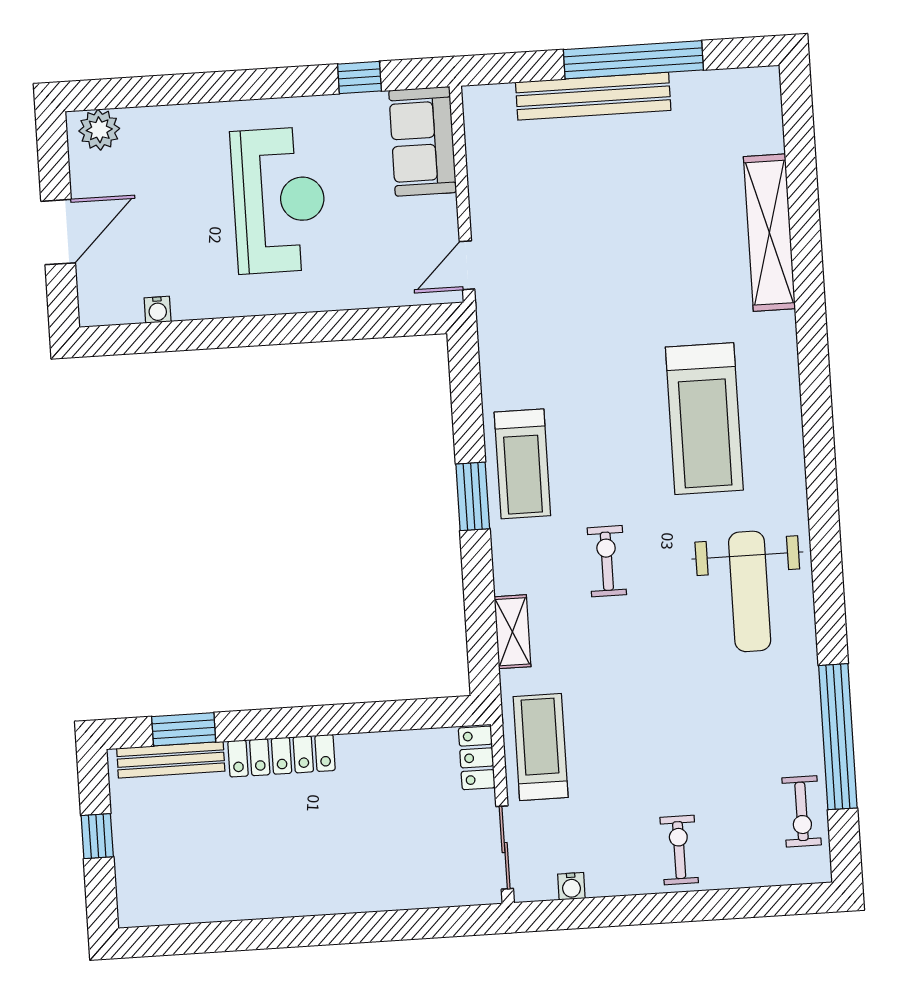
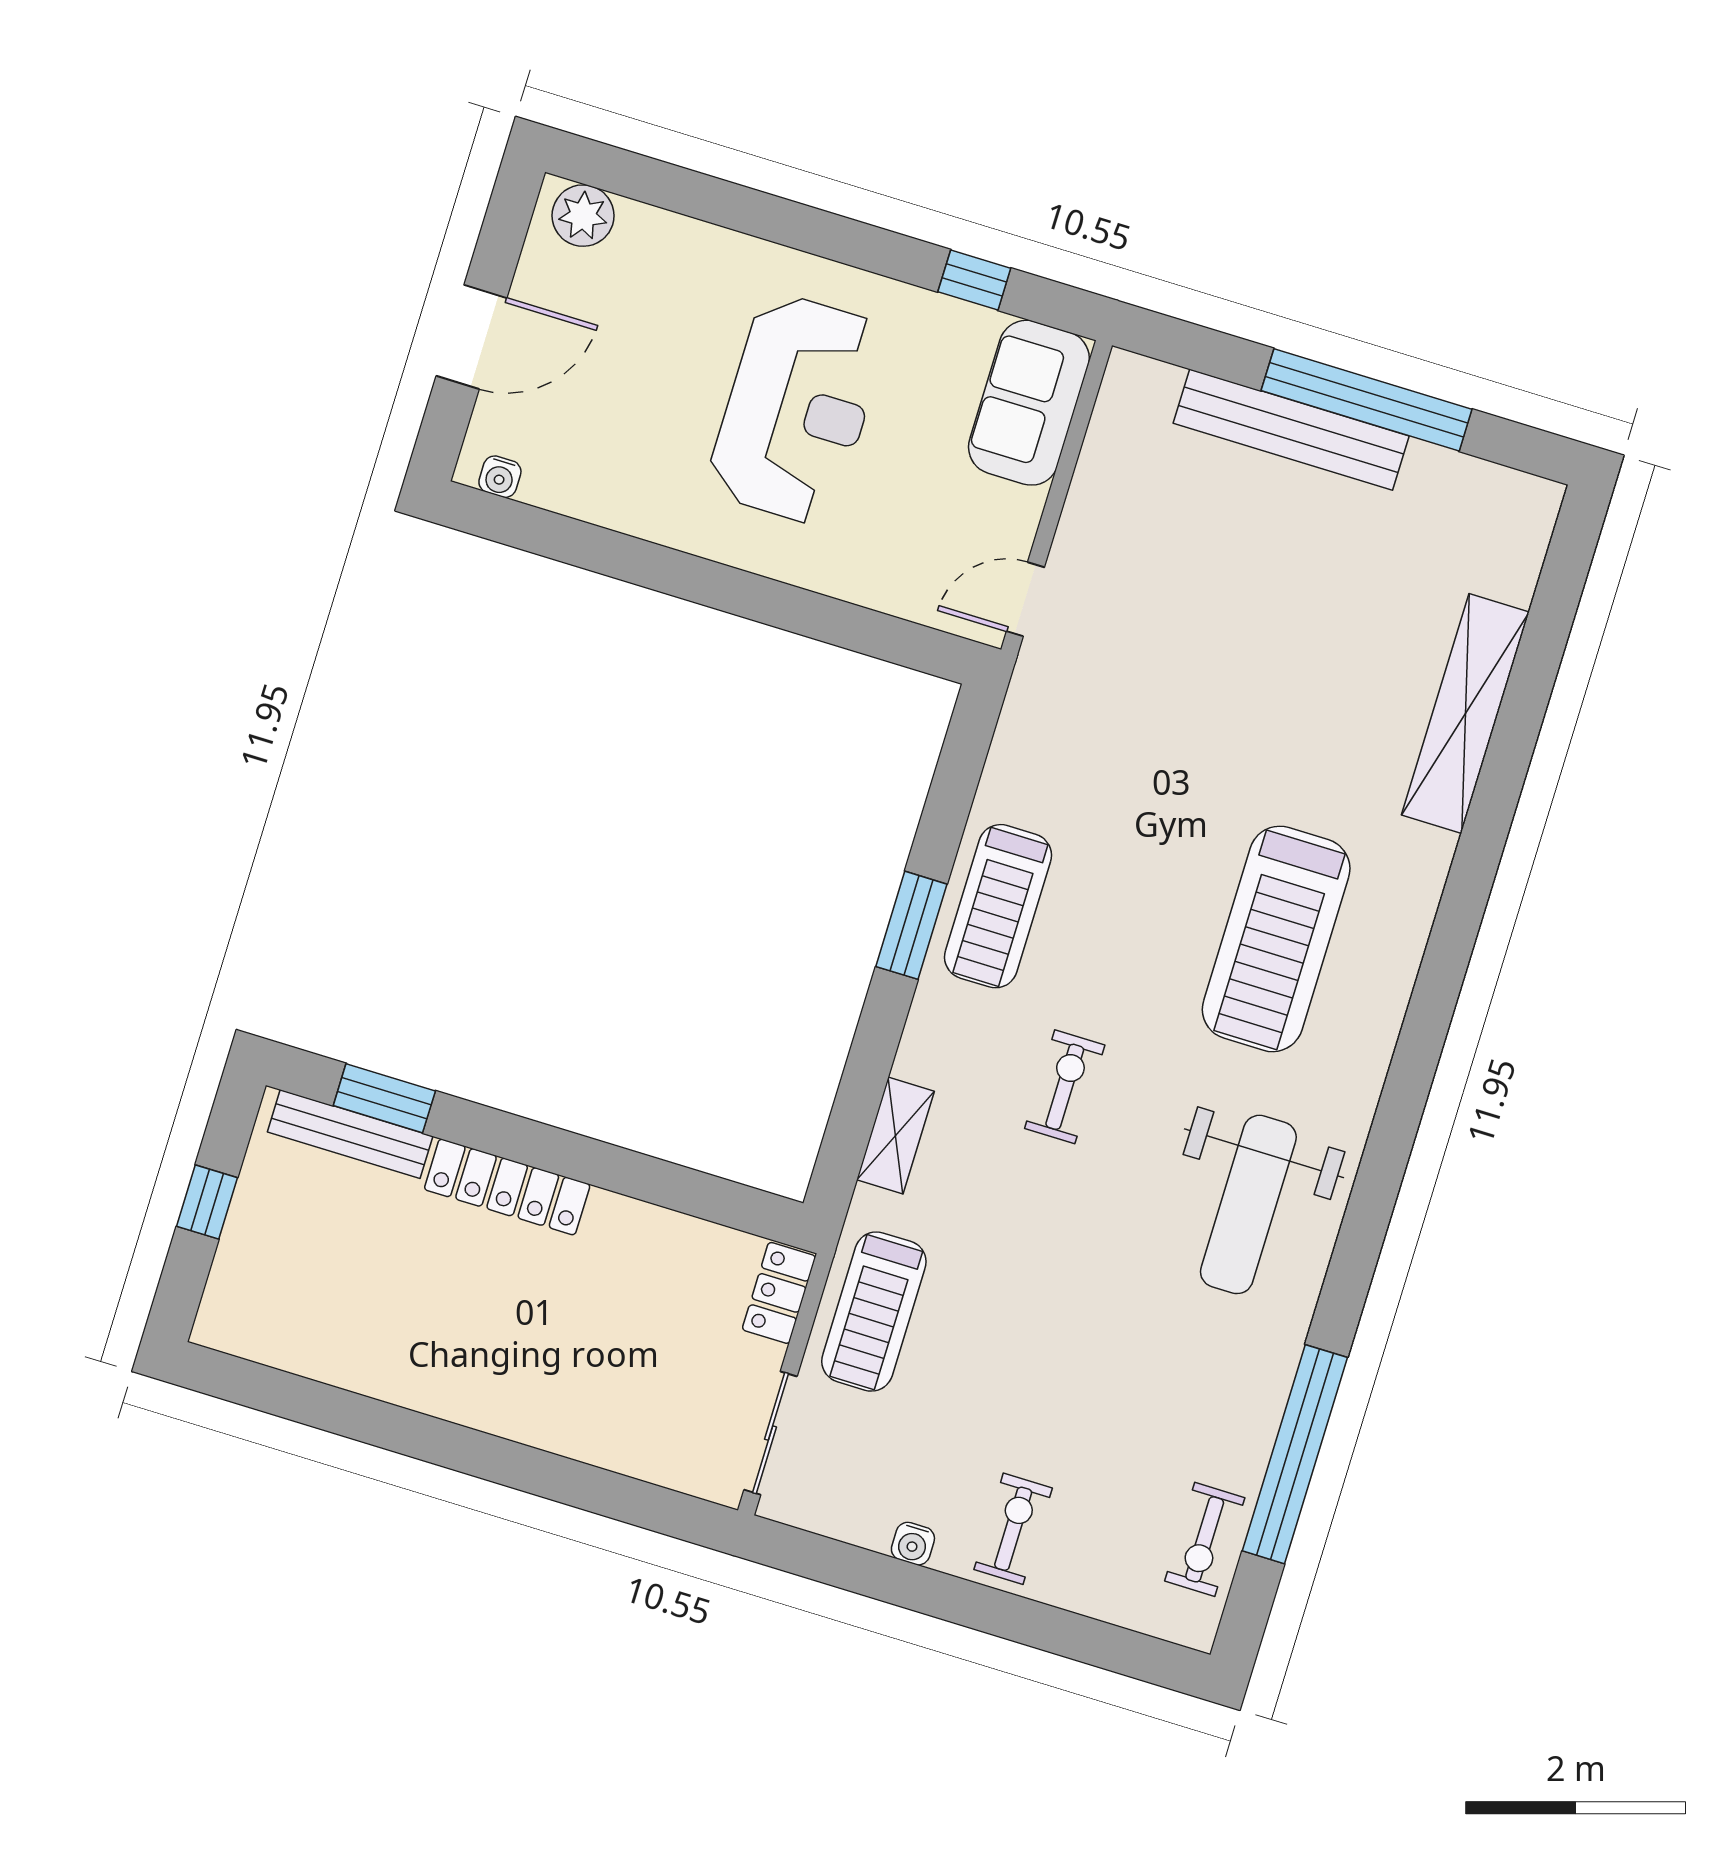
water cooler: (158, 310) -> (500, 477), moved
treadmill: (541, 747) -> (874, 1312), turned 180
water cooler: (571, 886) -> (913, 1544), moved

